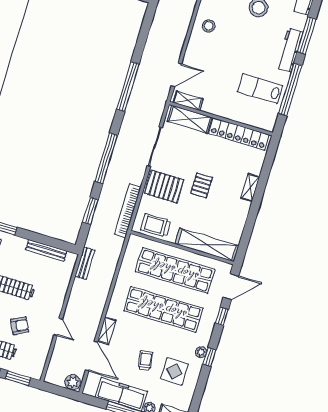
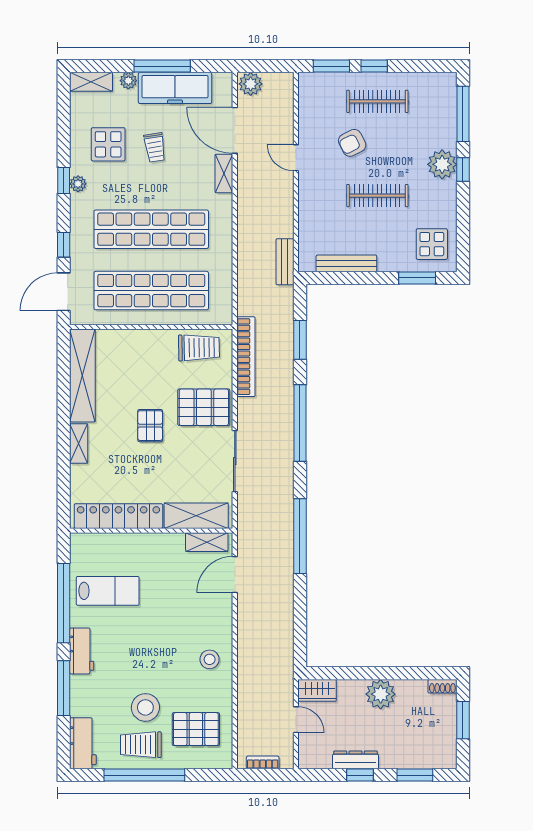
workbench: (290, 50) -> (82, 651), width x0.73
shelving: (207, 245) -> (82, 375), moved, turned 90

